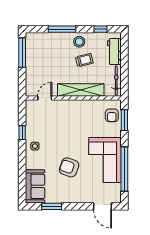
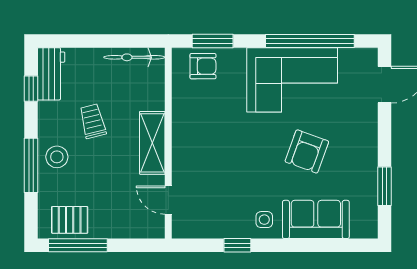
stool: (79, 42) -> (57, 157), moved
pallet: (35, 49) -> (70, 220), added
workbench: (114, 52) -> (51, 74), moved, turned -90
shelving: (81, 90) -> (152, 143), width x0.68
sofa: (35, 186) -> (316, 219), moved

